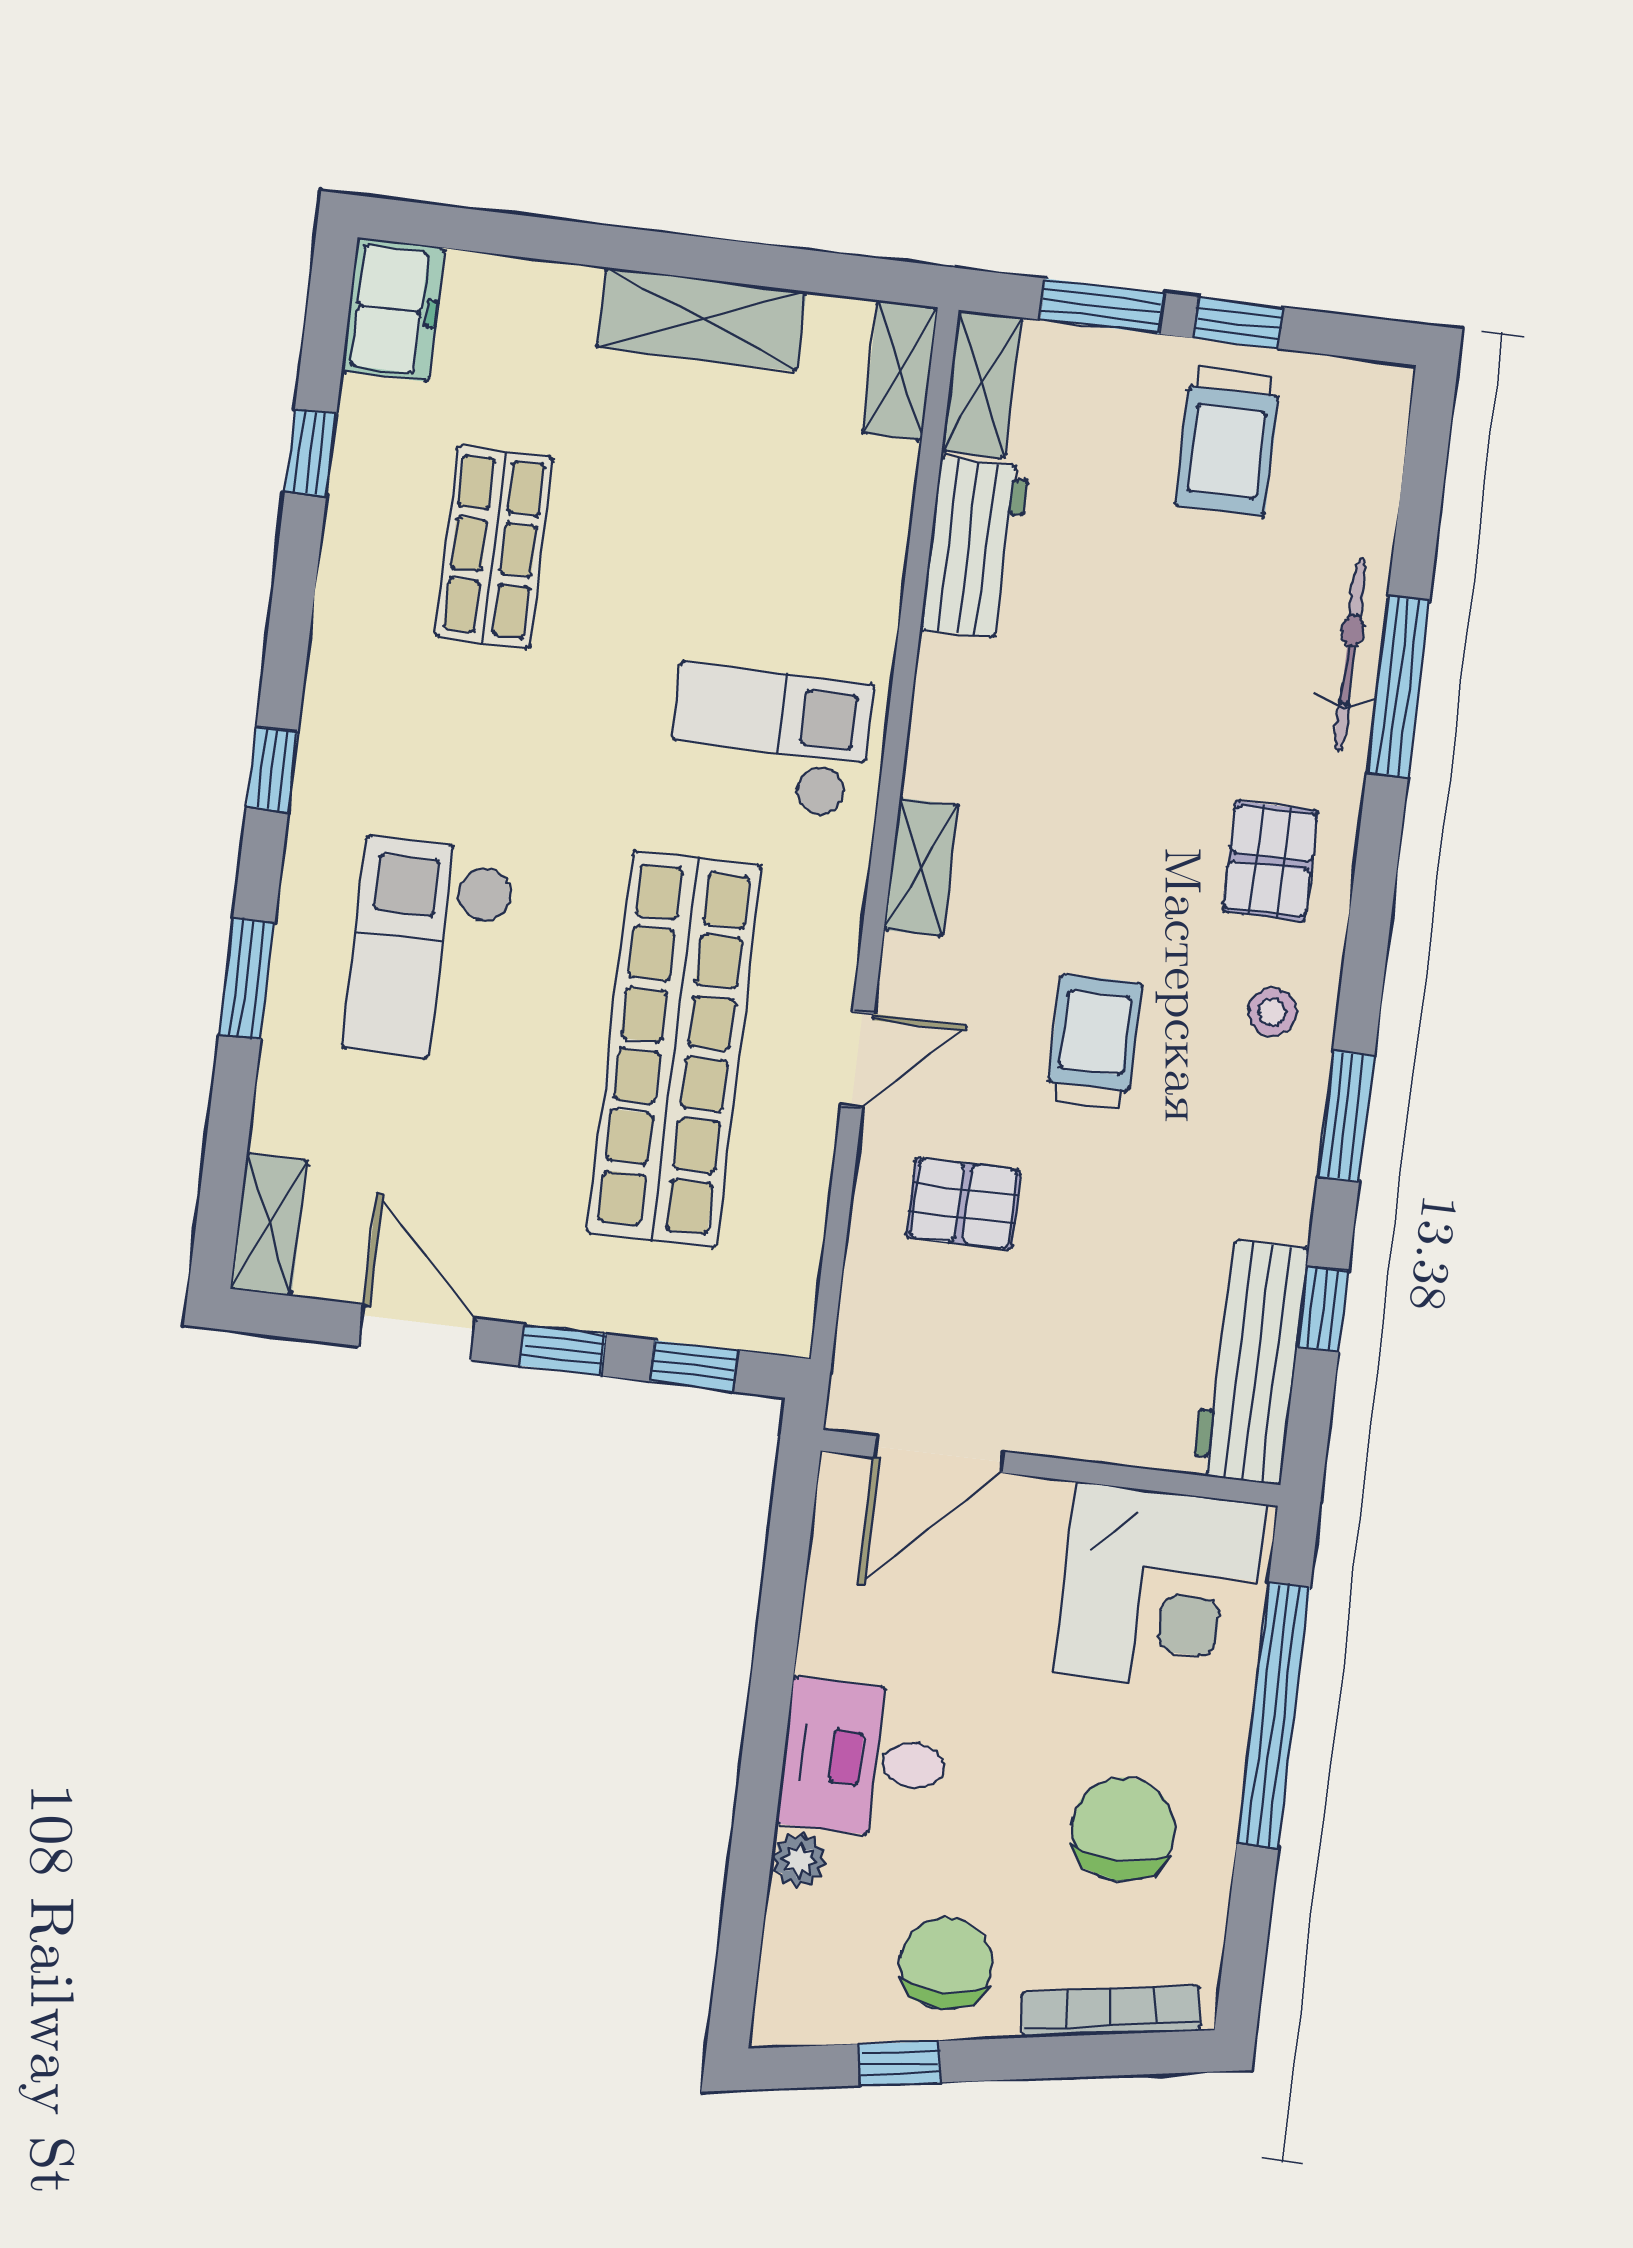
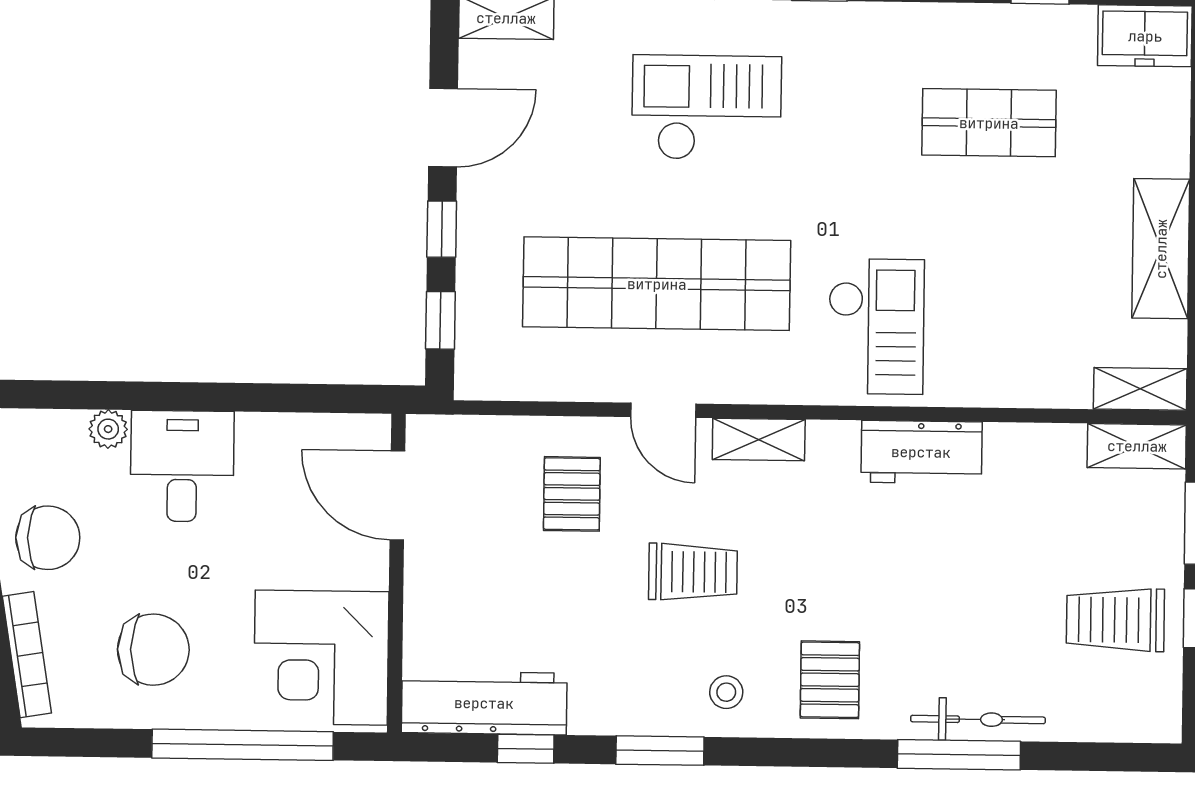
workbench: (975, 548) -> (921, 452), moved
pallet: (1270, 861) -> (830, 680), turned 90
shelving: (921, 867) -> (759, 440), moved

